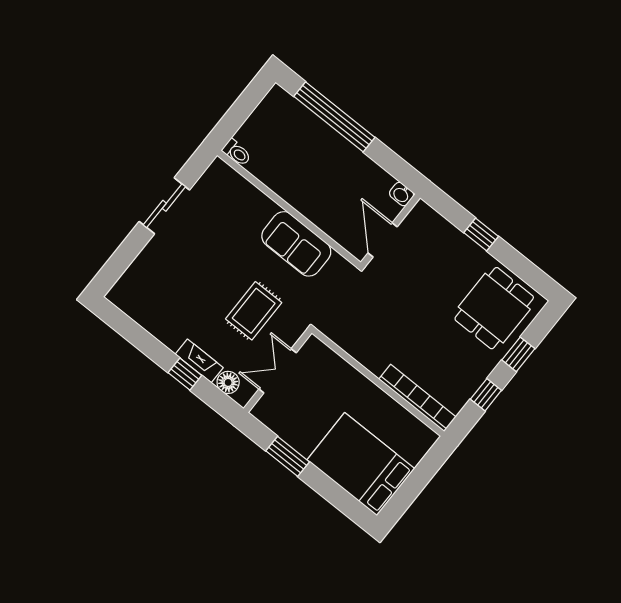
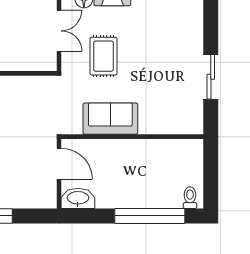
toilet: (237, 153) -> (190, 198), moved, turned 90
washbasin: (402, 194) -> (78, 198), width x1.91, depth x1.45

